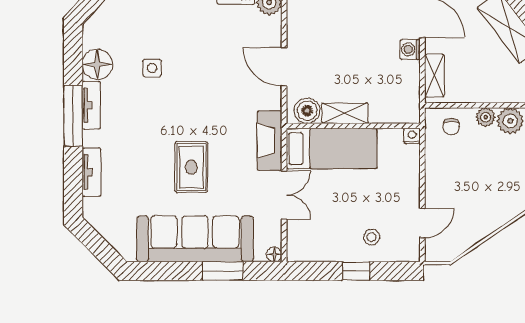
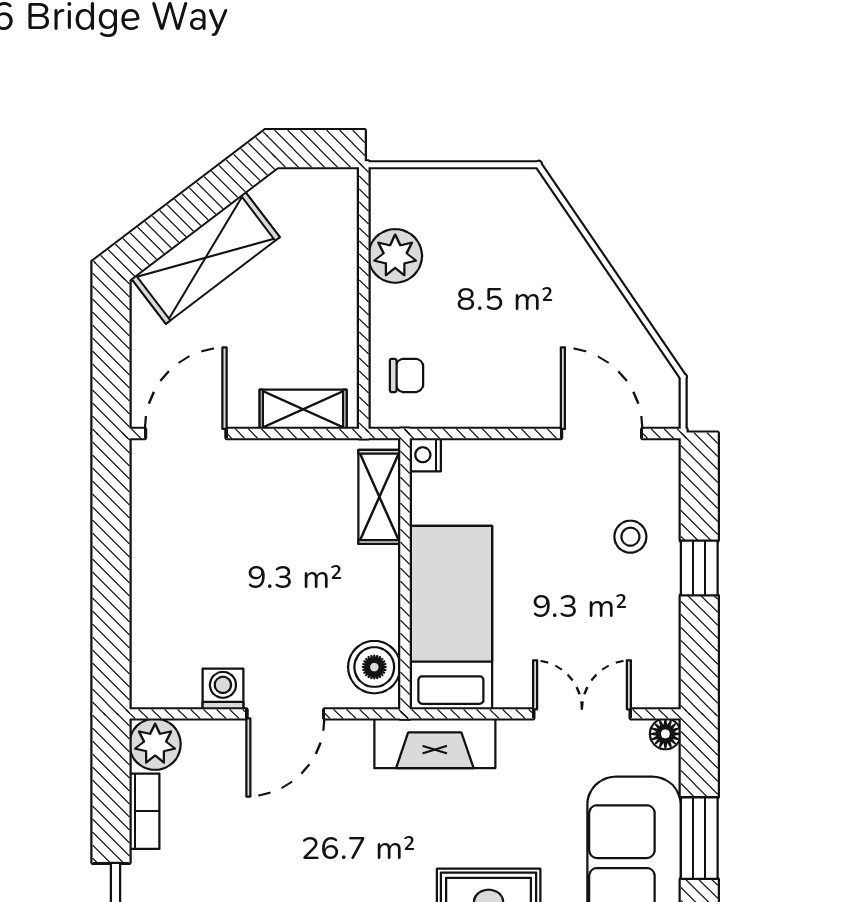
washing machine: (410, 49) -> (223, 689), moved, turned 180
shelving: (345, 113) -> (379, 497), moved
plant: (486, 117) -> (387, 306), removed
double door: (284, 195) -> (582, 714), moved
door: (422, 223) -> (602, 434), width x1.38

